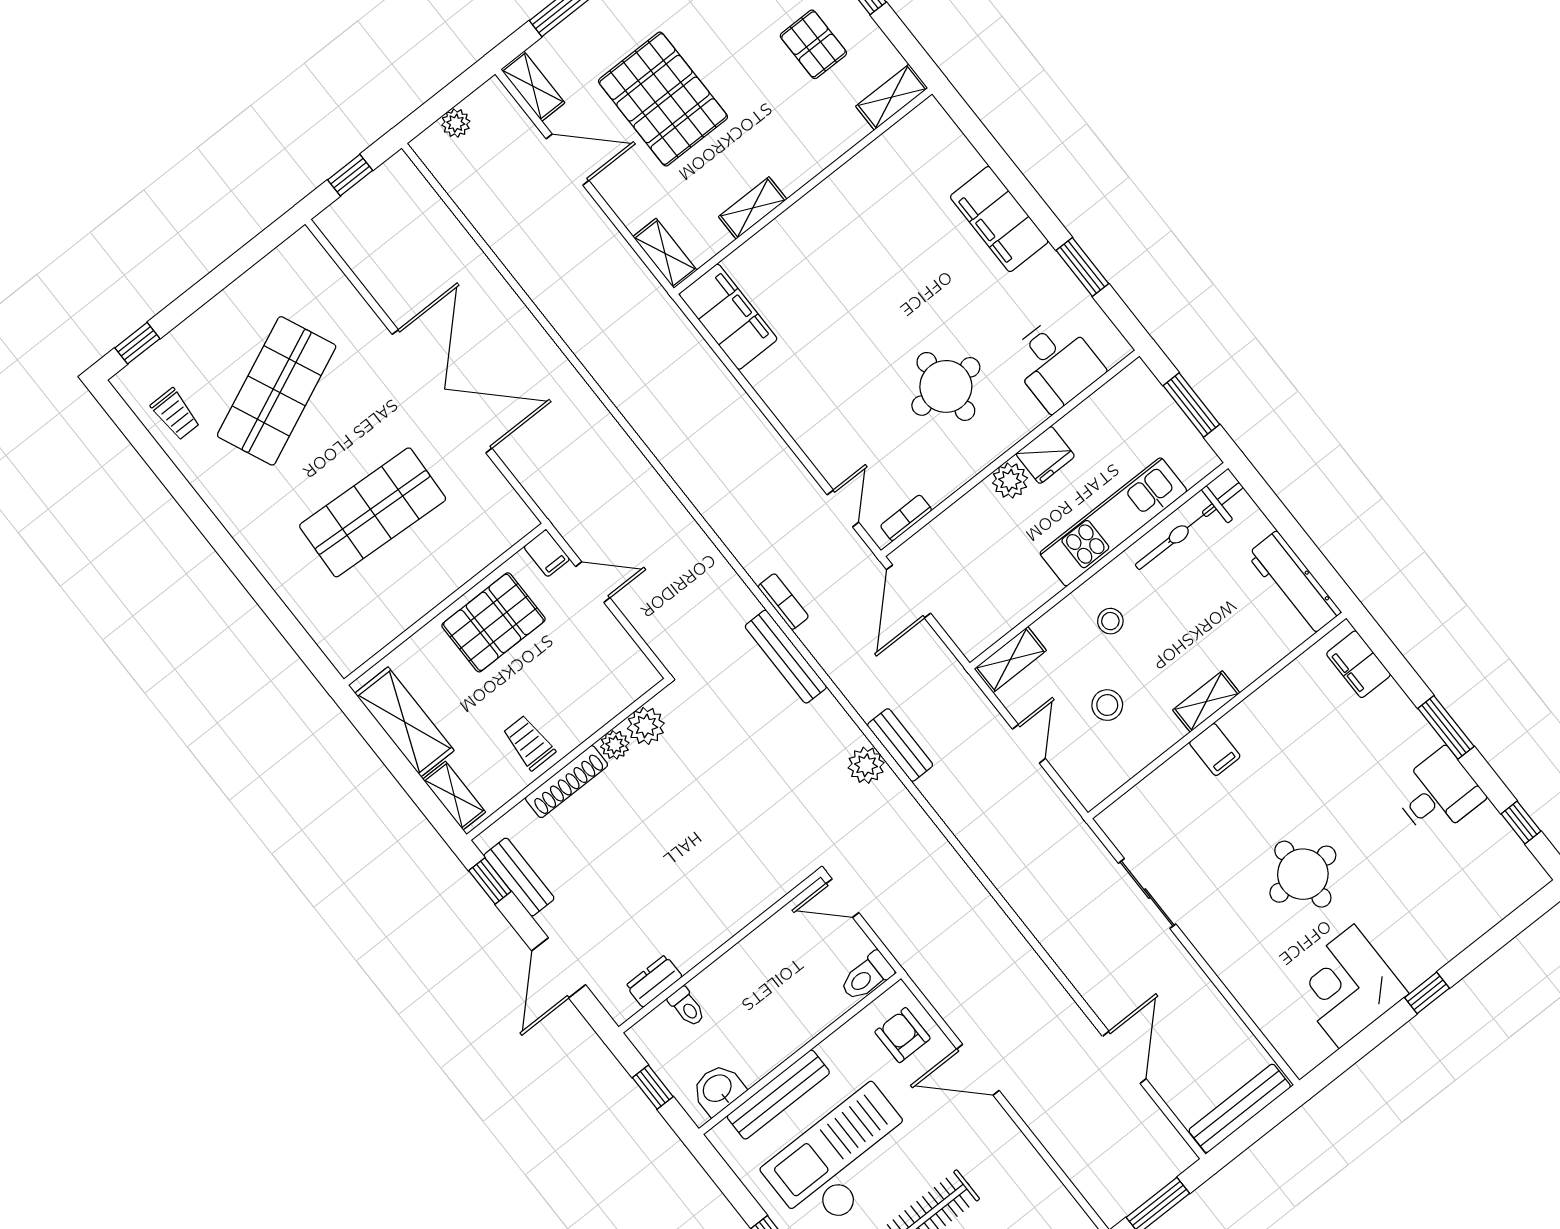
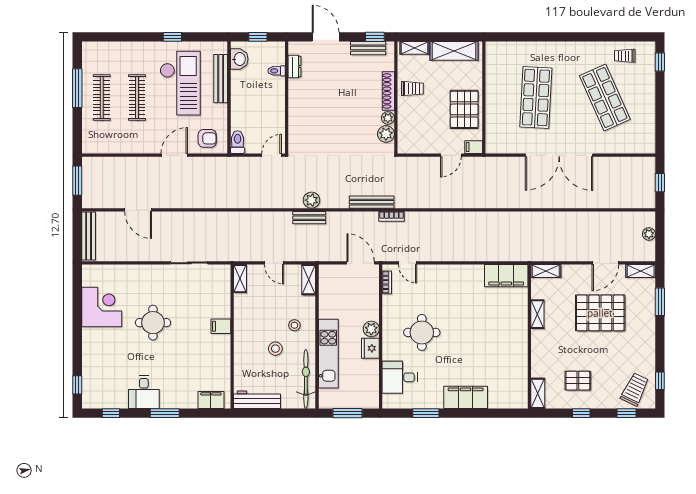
shelving: (1206, 701) -> (240, 279), moved
stool: (1107, 705) -> (275, 349), moved
window: (1427, 993) -> (77, 385), moved

